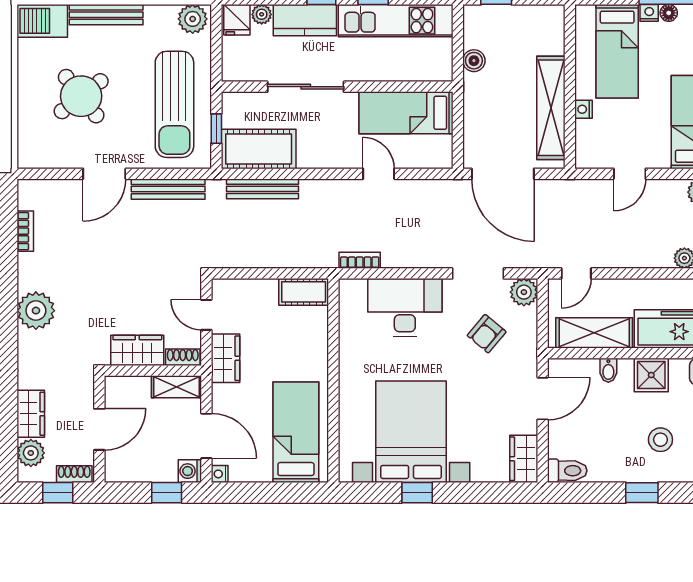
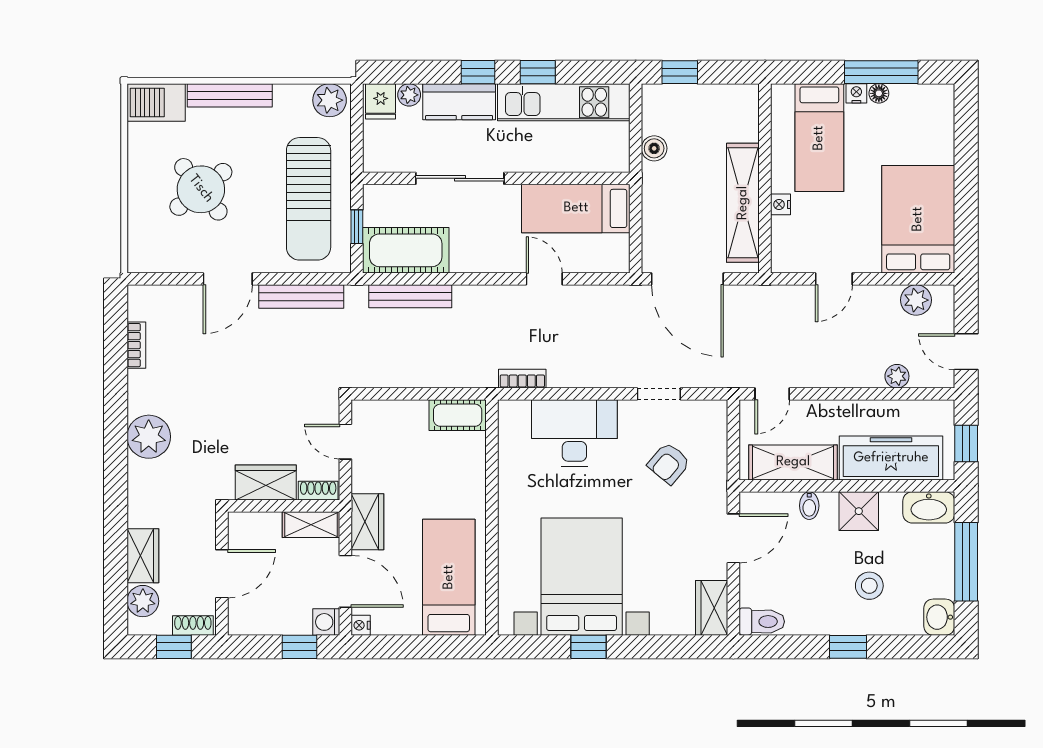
doorway: (478, 273) -> (659, 394), width x0.73
plant: (524, 292) -> (712, 415), removed
wardrobe: (225, 358) -> (367, 522), moved

